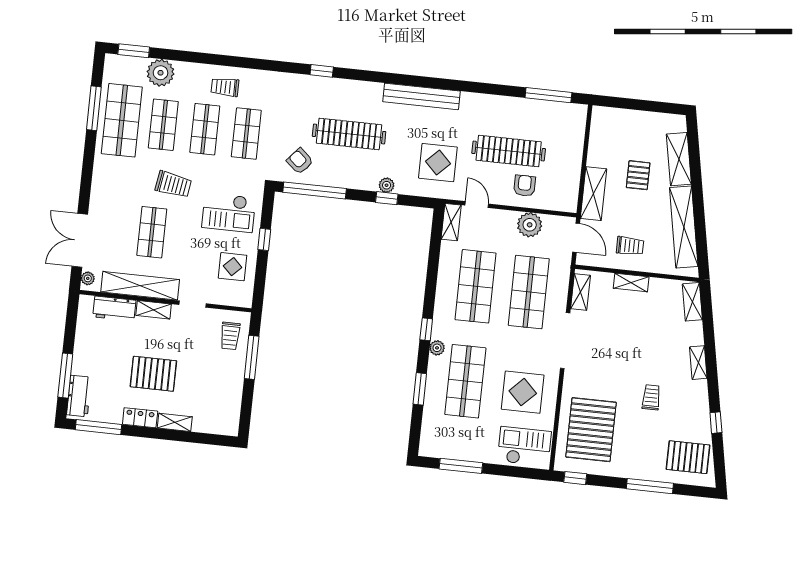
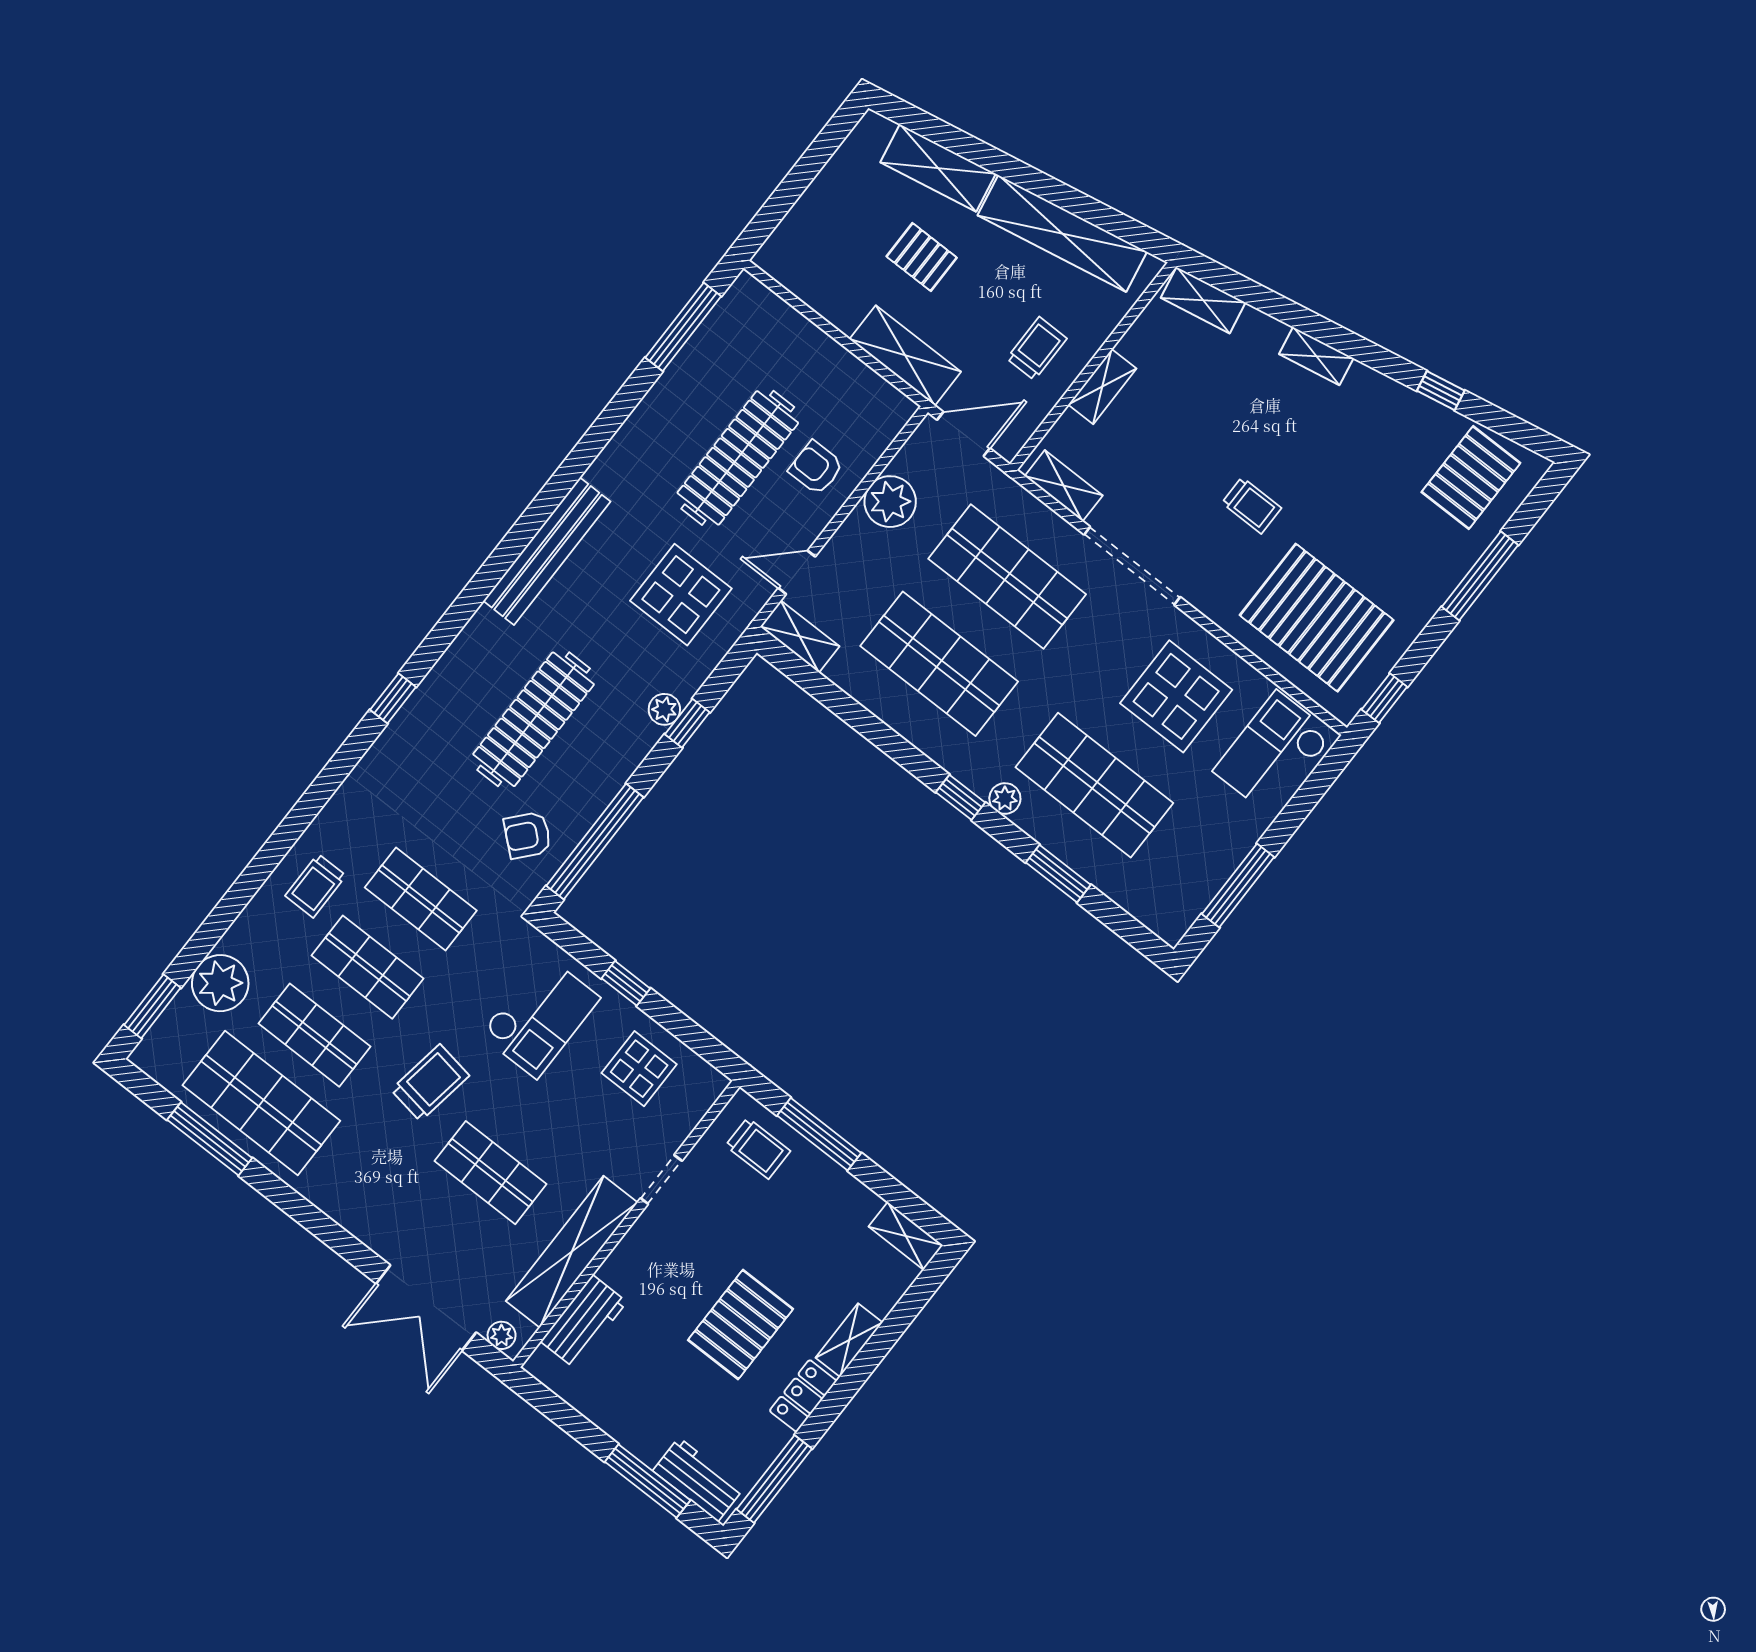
shelving: (154, 310) -> (906, 1236), moved, turned 90
trolley: (651, 397) -> (1252, 505), moved, turned 180

